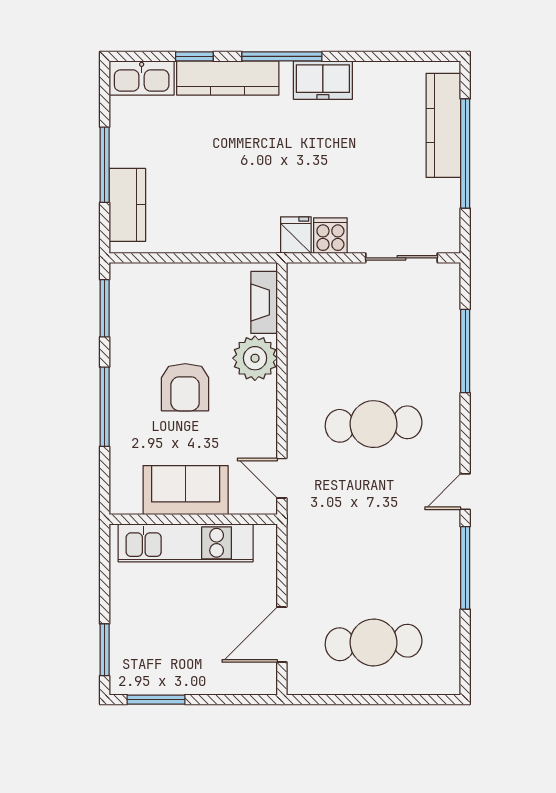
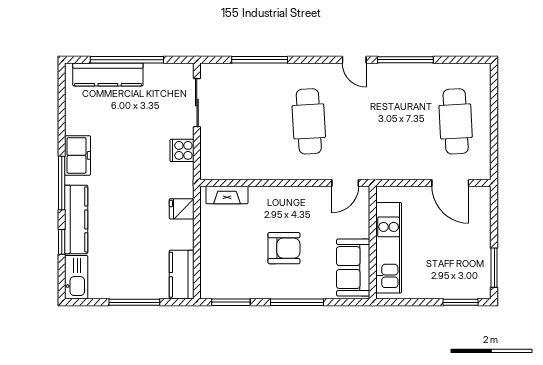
kitchen counter: (127, 205) -> (182, 275), moved, turned -90
fridge: (296, 235) -> (182, 209), moved
plant: (255, 358) -> (264, 201), removed
sofa: (186, 490) -> (353, 268), moved

